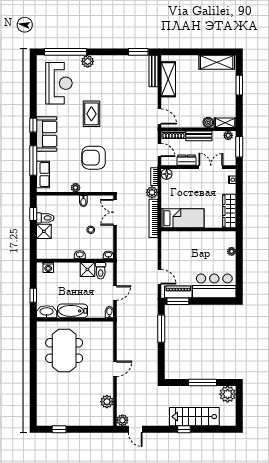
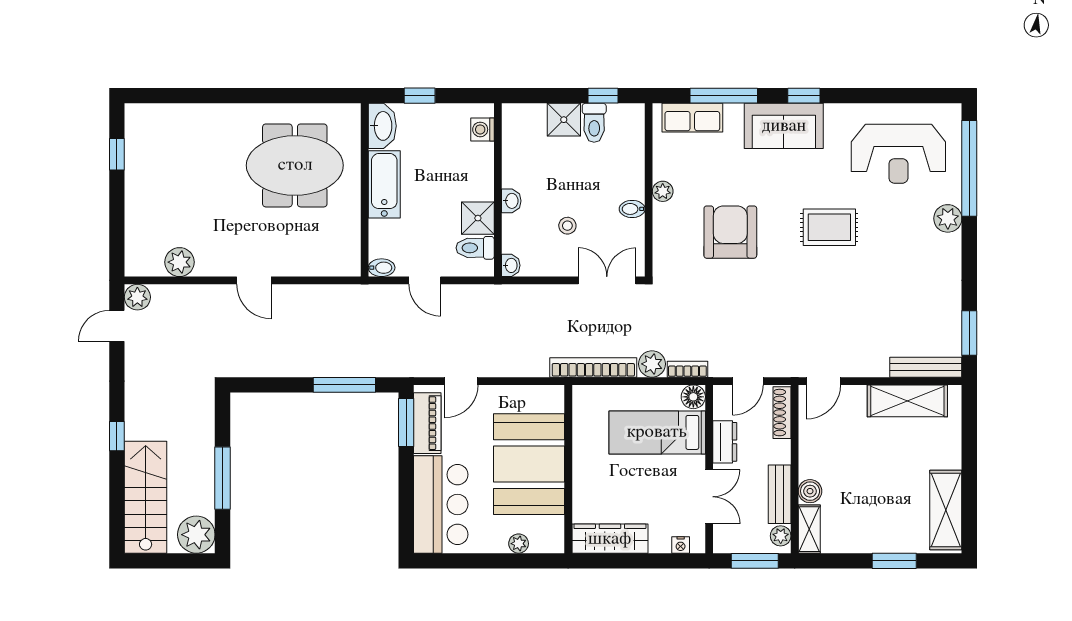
bench: (199, 136) -> (780, 494), moved
bed: (183, 218) -> (657, 432), moved, turned 90
booth: (196, 247) -> (529, 464), added
stairs: (194, 417) -> (146, 497), moved

